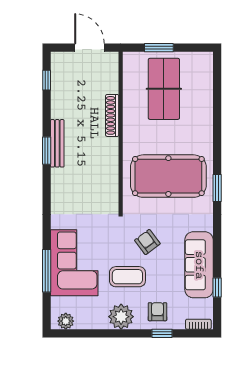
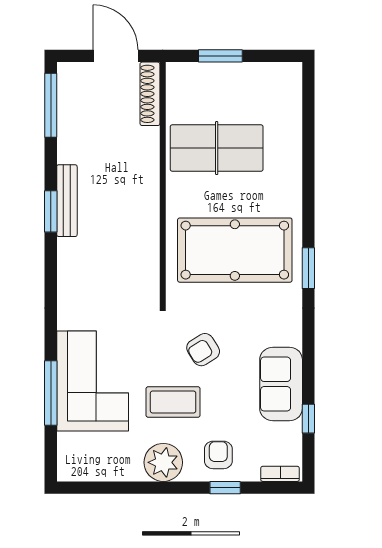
window: (47, 80) -> (51, 105), width x2.17
table tennis table: (164, 89) -> (217, 148), moved, turned 90
shoe rack: (112, 115) -> (150, 94), moved
armchair: (147, 242) -> (203, 350), turned -85
sofa: (199, 265) -> (281, 384), width x0.73
plant: (66, 321) -> (80, 469), removed

